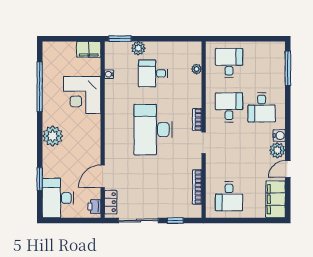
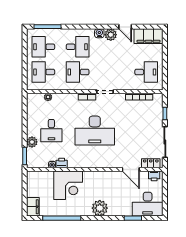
filing cabinet: (89, 49) -> (33, 207), moved
desk: (262, 63) -> (43, 47), added
printer: (111, 87) -> (62, 163), added

